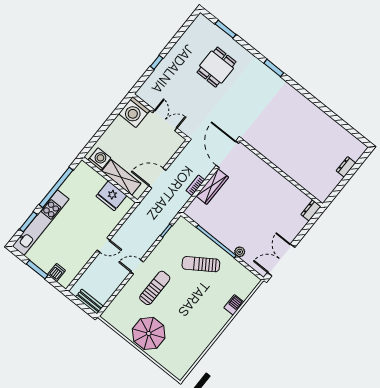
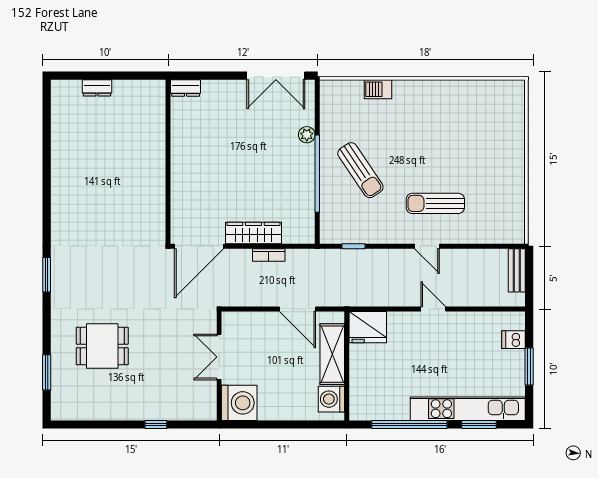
fridge: (111, 196) -> (368, 327), moved, turned 90
parasol: (149, 333) -> (497, 166), removed

